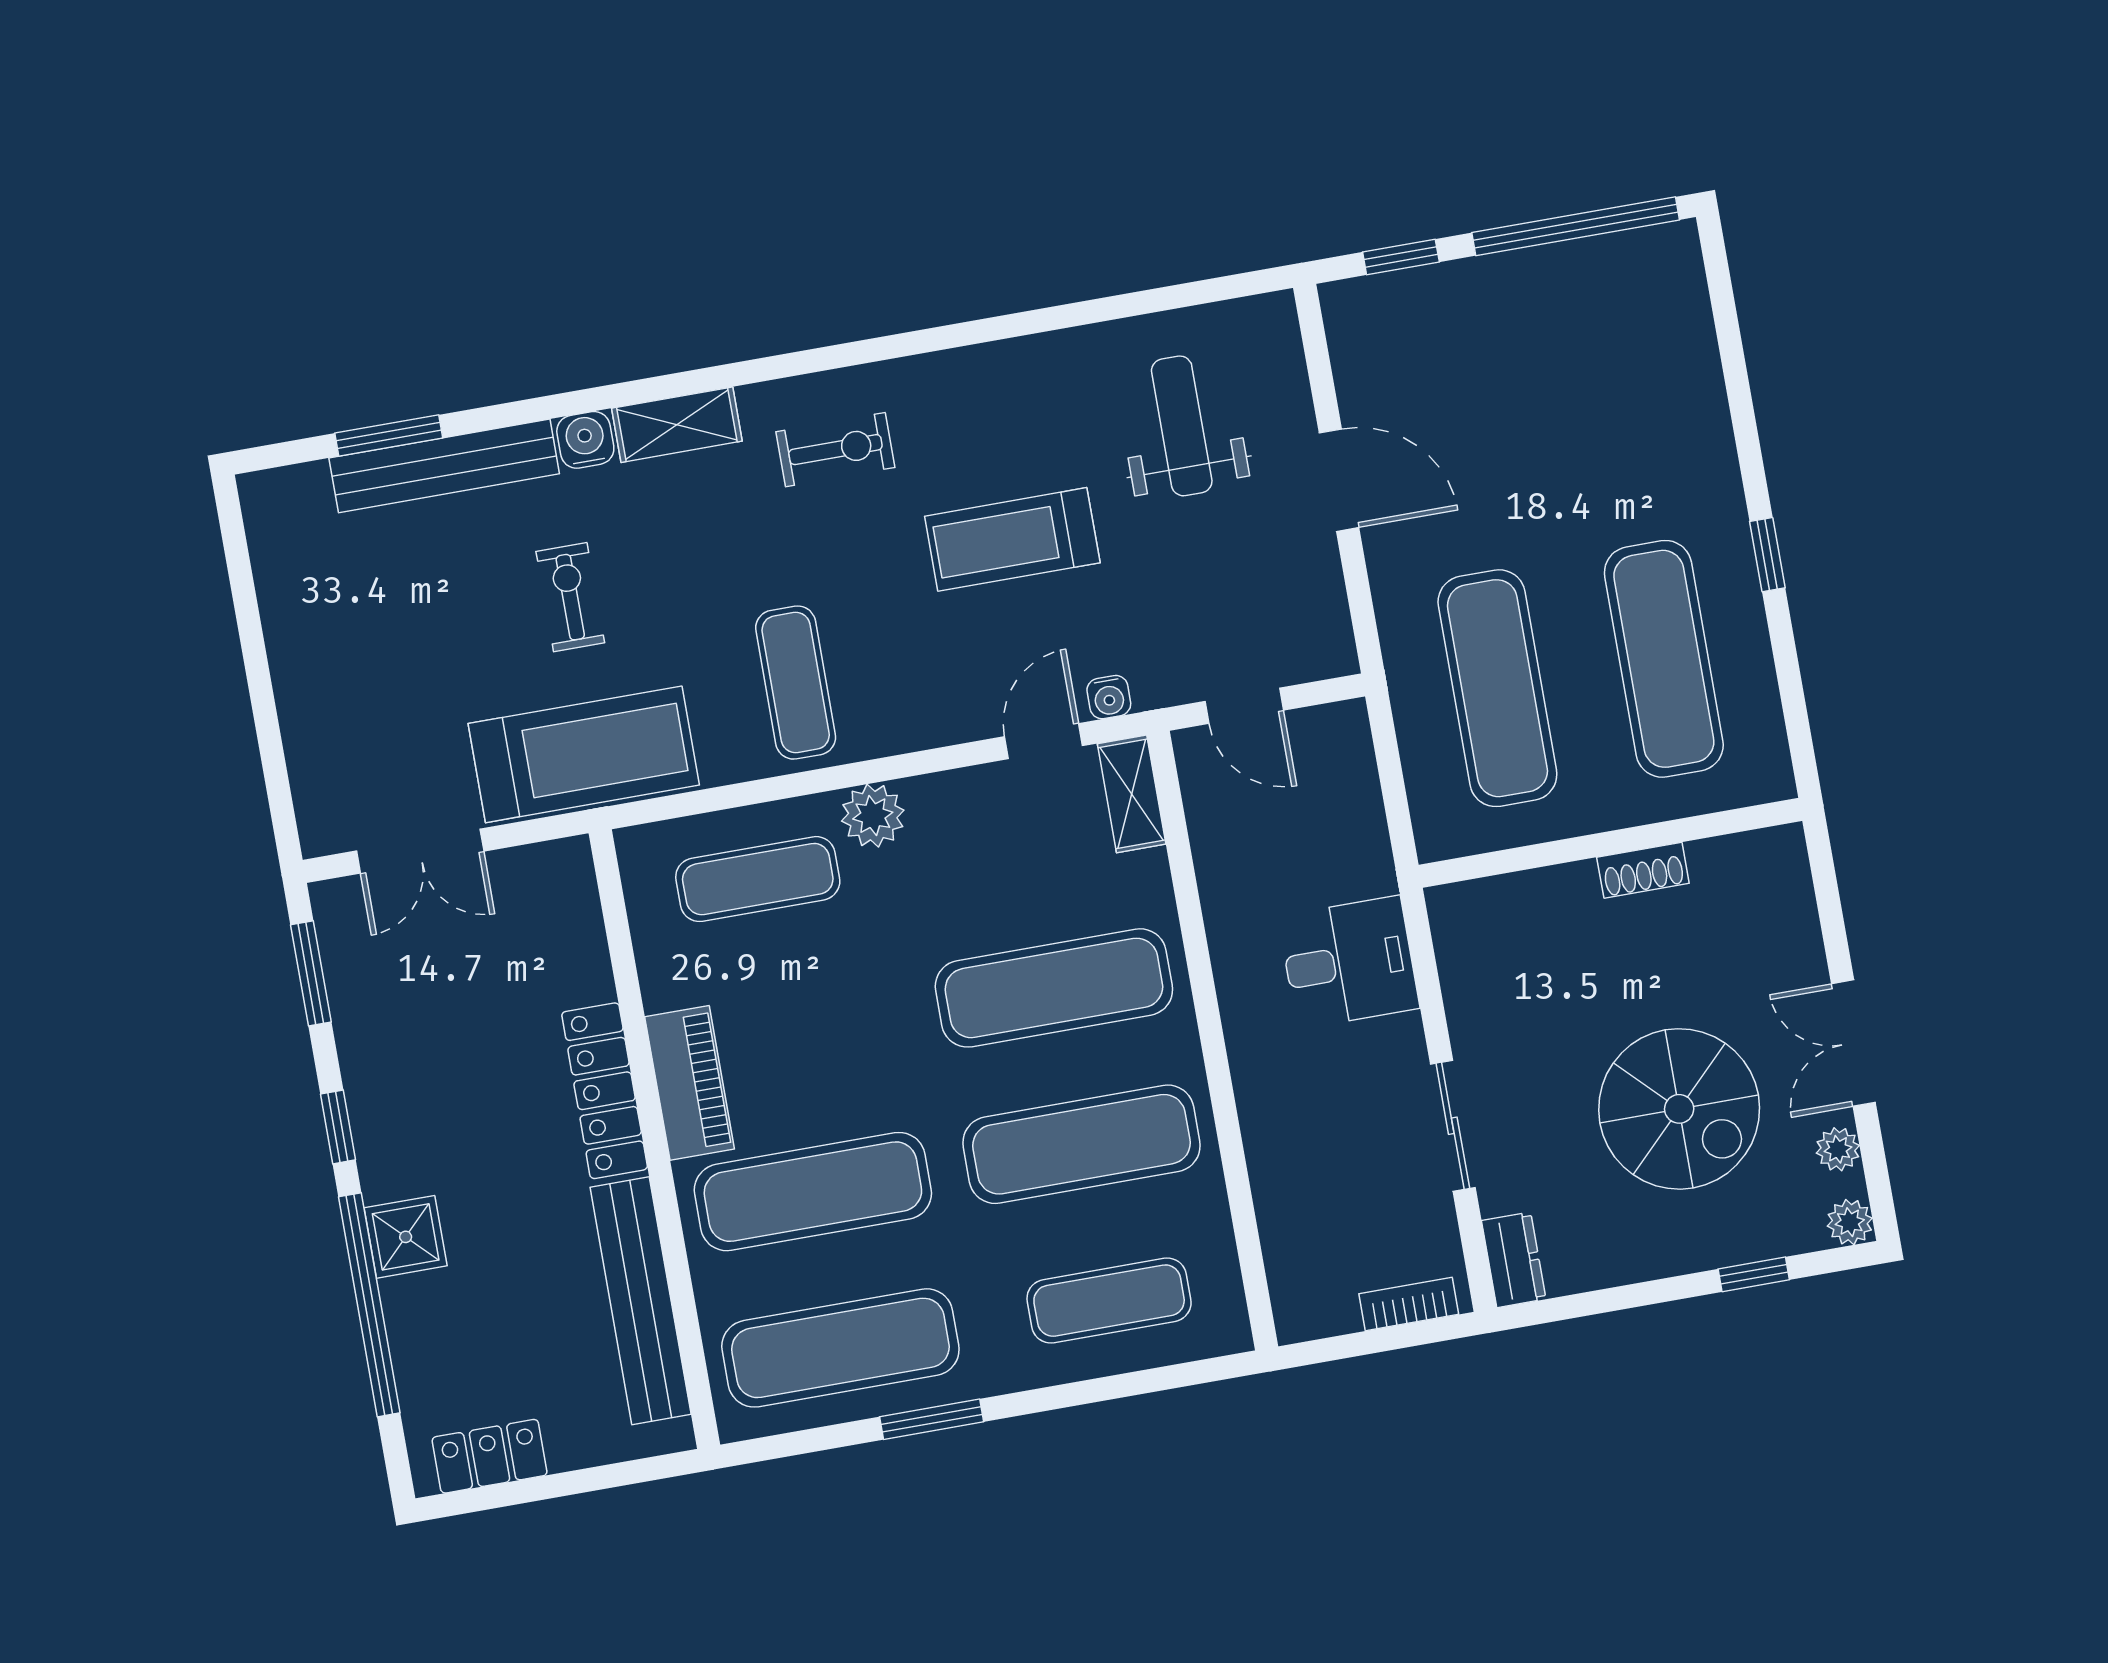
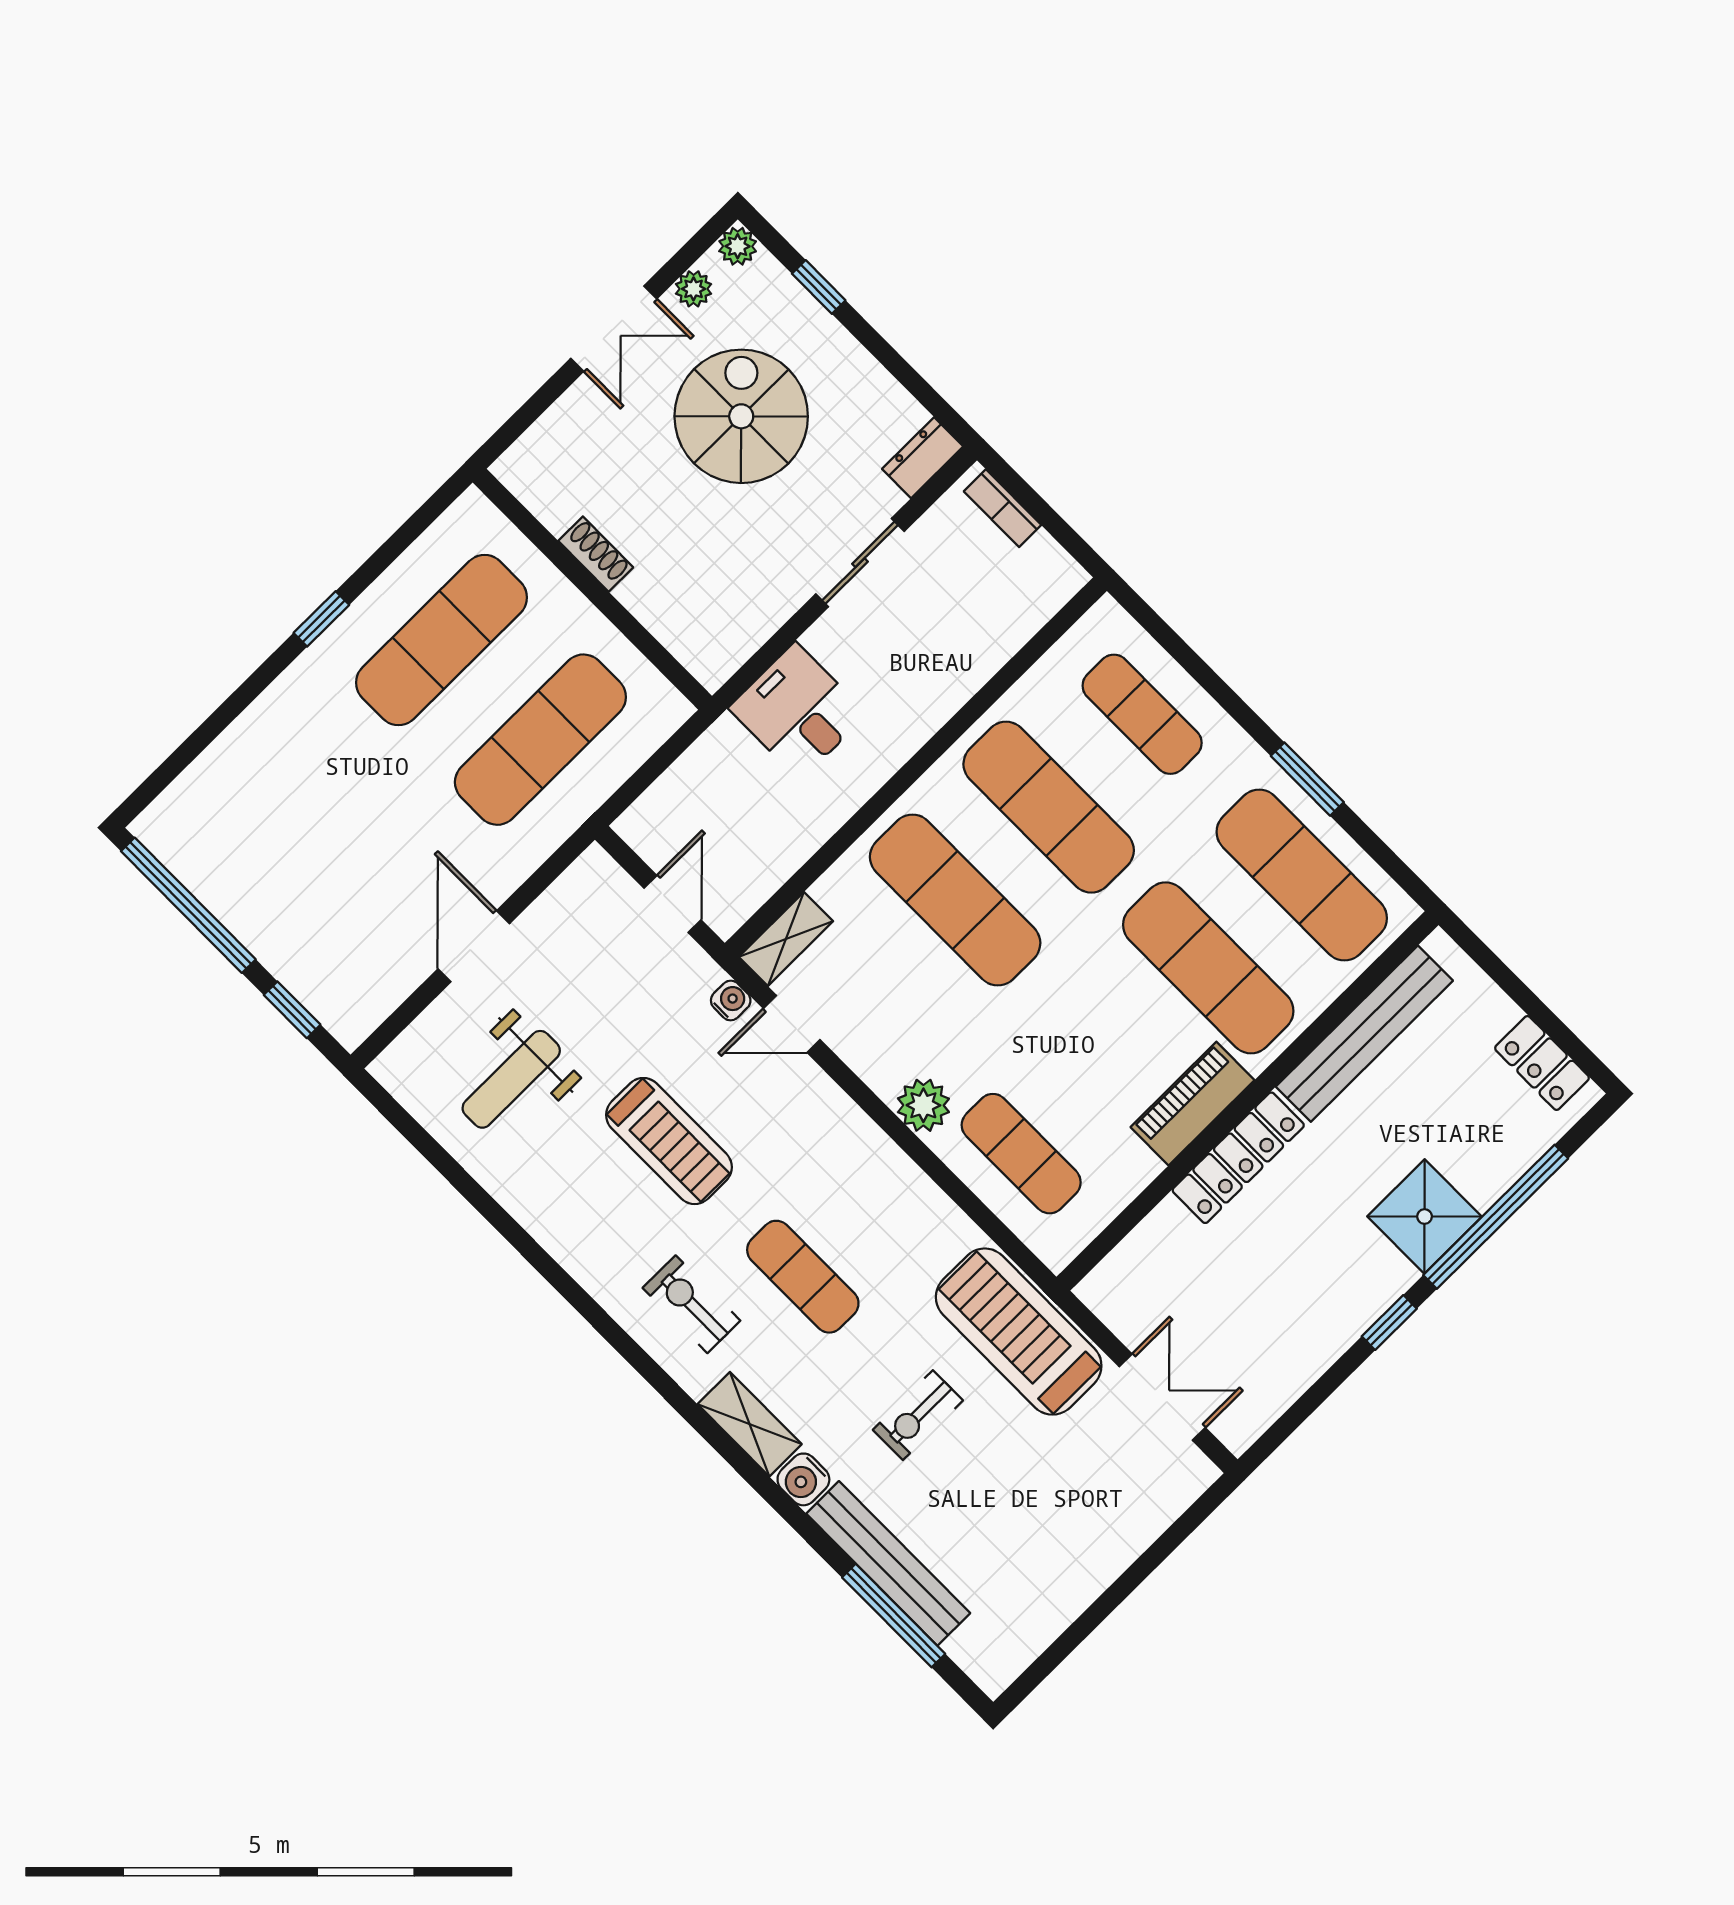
window: (389, 436) -> (894, 1616), width x1.44
exercise mat: (796, 683) -> (803, 1277), moved, turned 90
window: (311, 973) -> (1297, 1414), removed
shower: (406, 1237) -> (1425, 1217), width x1.36, depth x1.36

